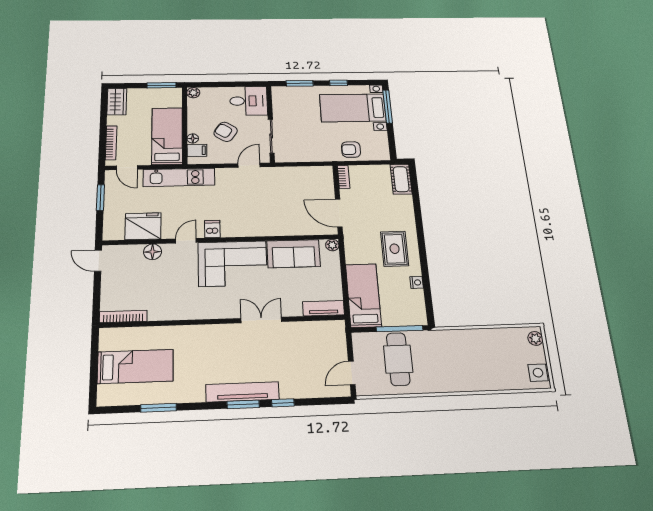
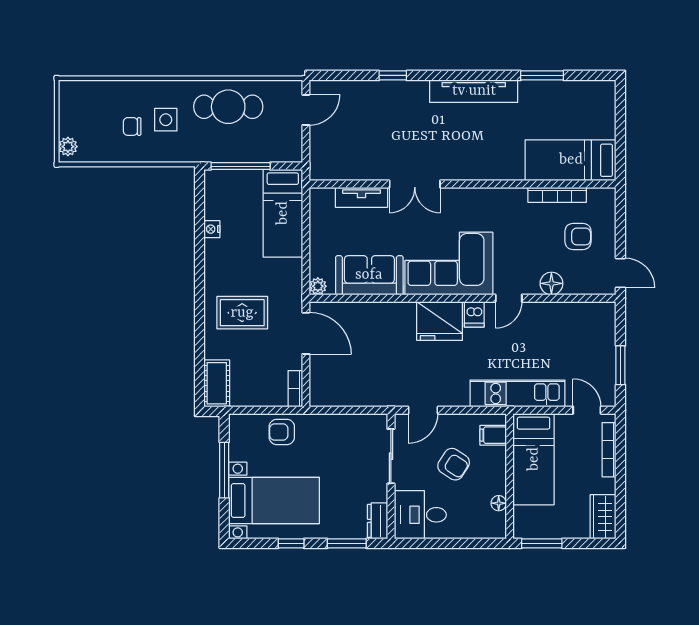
plant: (193, 93) -> (497, 530), removed
dresser: (279, 97) -> (378, 521), added
window: (388, 107) -> (224, 470), moved
floor lamp: (193, 138) -> (499, 503), moved
armchair: (351, 150) -> (282, 432), turned 180
fridge: (143, 226) -> (440, 321), moved
rug: (395, 249) -> (242, 313), moved, turned 90
armchair: (131, 286) -> (578, 236), added
tv unit: (323, 308) -> (361, 197), moved
bookcase: (123, 316) -> (557, 195), moved
chair: (488, 355) -> (132, 126), added
cafe table: (398, 359) -> (228, 107), moved, turned 90
bed: (135, 366) -> (571, 160), moved
side table: (538, 373) -> (166, 120), moved
tv unit: (242, 392) -> (474, 91), moved
window: (243, 404) -> (441, 75), removed

